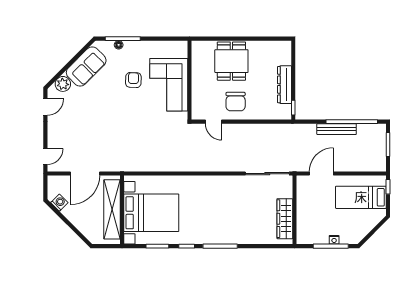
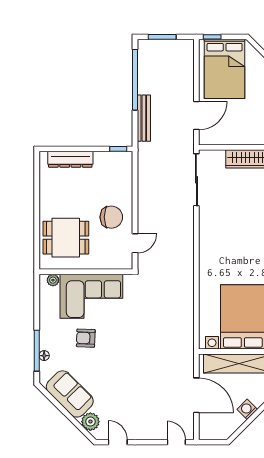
plant: (182, 52) -> (53, 280), added
dining table: (231, 61) -> (66, 238), moved
dresser: (285, 85) -> (70, 159), moved
bench: (337, 129) -> (144, 118), moved
door: (321, 174) -> (196, 116), swing flipped
bed: (361, 197) -> (225, 69), width x1.50
washing machine: (59, 203) -> (247, 409), moved

